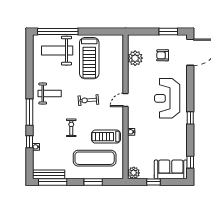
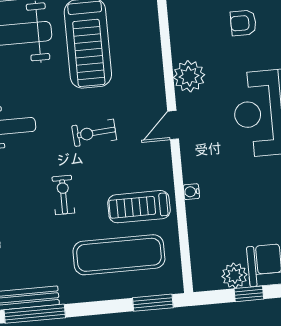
plant: (135, 58) -> (189, 76), moved
plant: (134, 173) -> (234, 276), moved
window: (93, 182) -> (153, 303), moved

